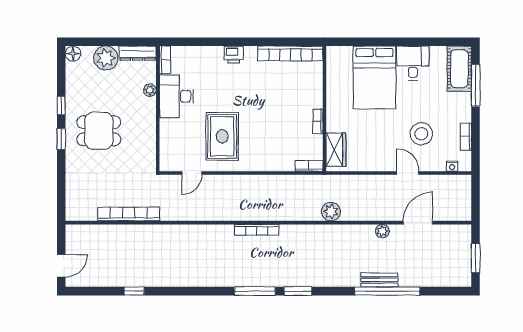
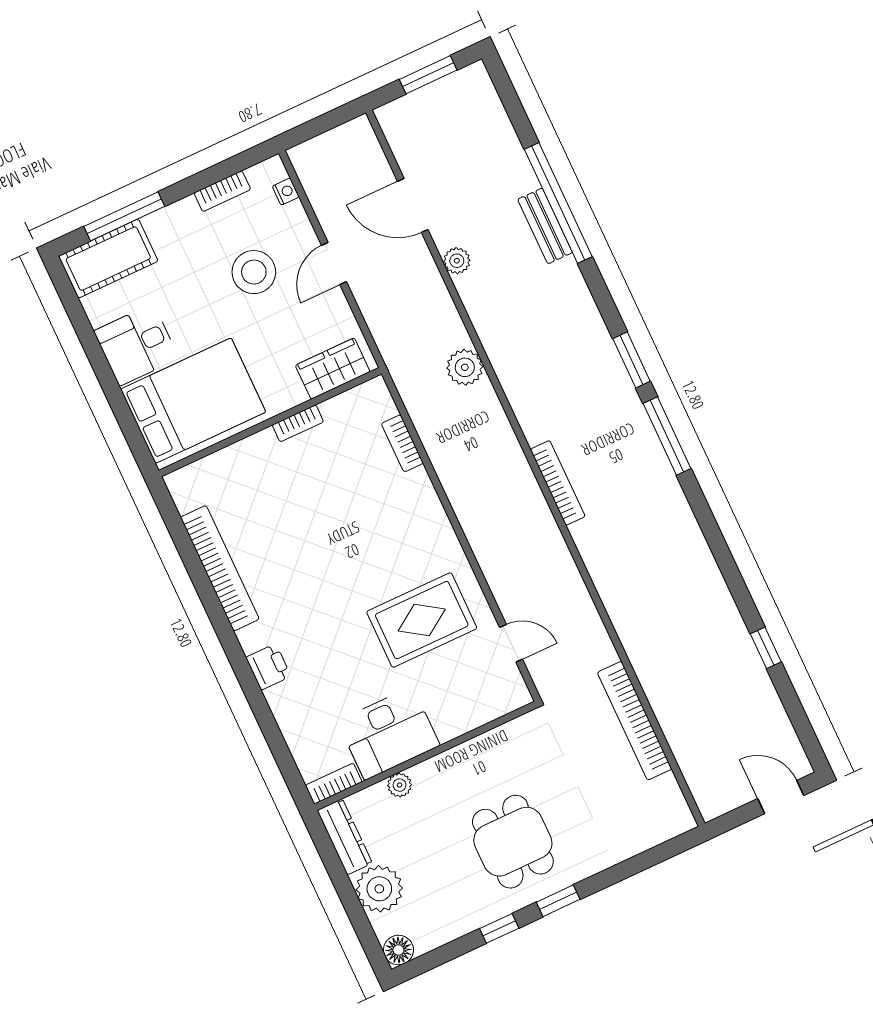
wall: (325, 109) -> (270, 422), moved
bookcase: (318, 121) -> (298, 423), moved
wardrobe: (336, 150) -> (333, 369), moved

